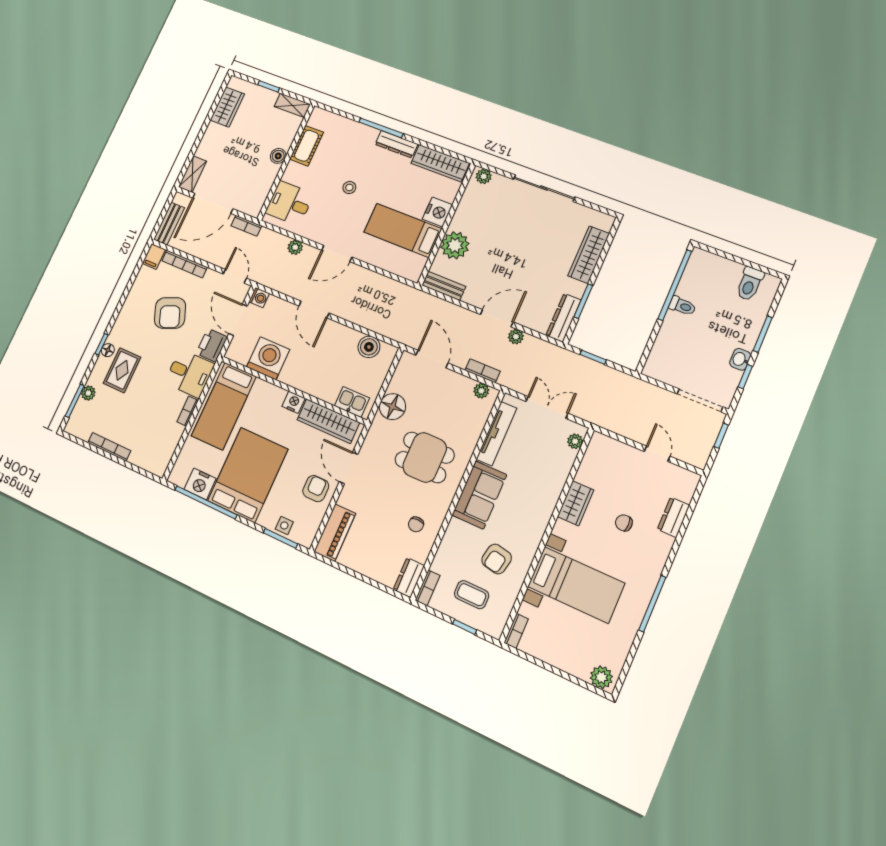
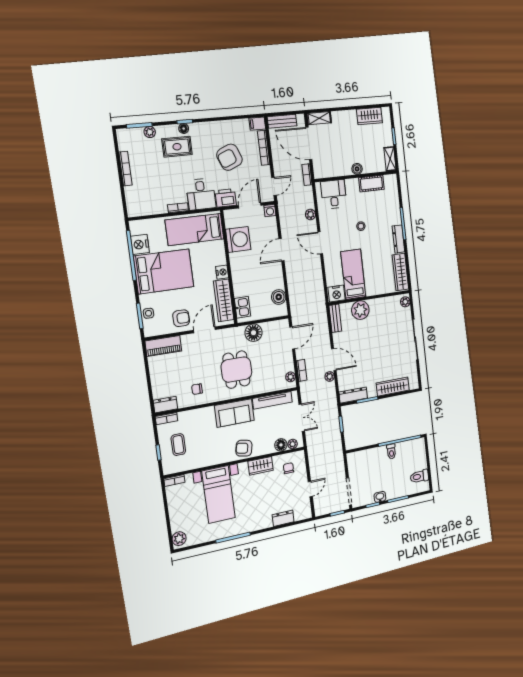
nightstand: (437, 212) -> (337, 294), moved
floor lamp: (565, 458) -> (281, 445), added
chair: (624, 523) -> (288, 468), moved
armchair: (497, 559) -> (244, 448), moved

